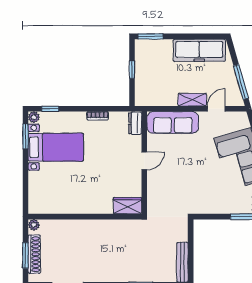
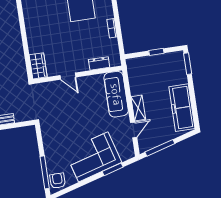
door: (216, 109) -> (134, 130), hinge flipped
dresser: (135, 123) -> (99, 63), moved
door: (144, 161) -> (68, 76), moved

